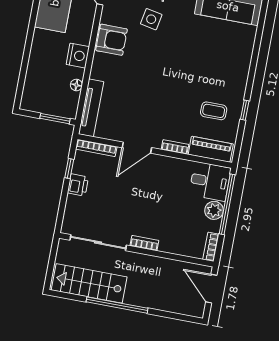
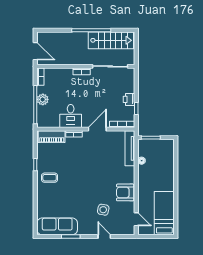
nightstand: (78, 56) -> (144, 179), removed
coffee table: (214, 111) -> (50, 178), moved
desk: (210, 181) -> (71, 116), moved, turned -90

